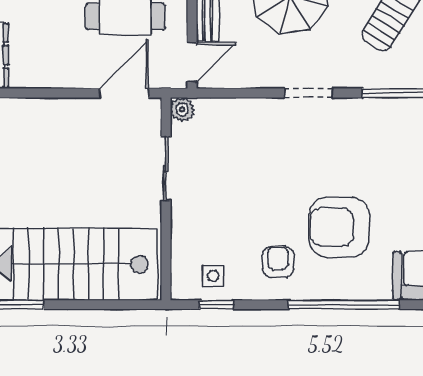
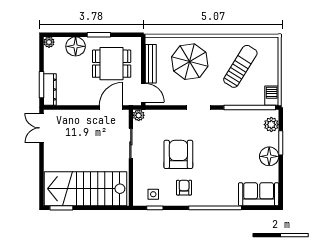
door: (192, 62) -> (143, 93), hinge flipped
armchair: (339, 227) -> (178, 154), moved, turned 90

